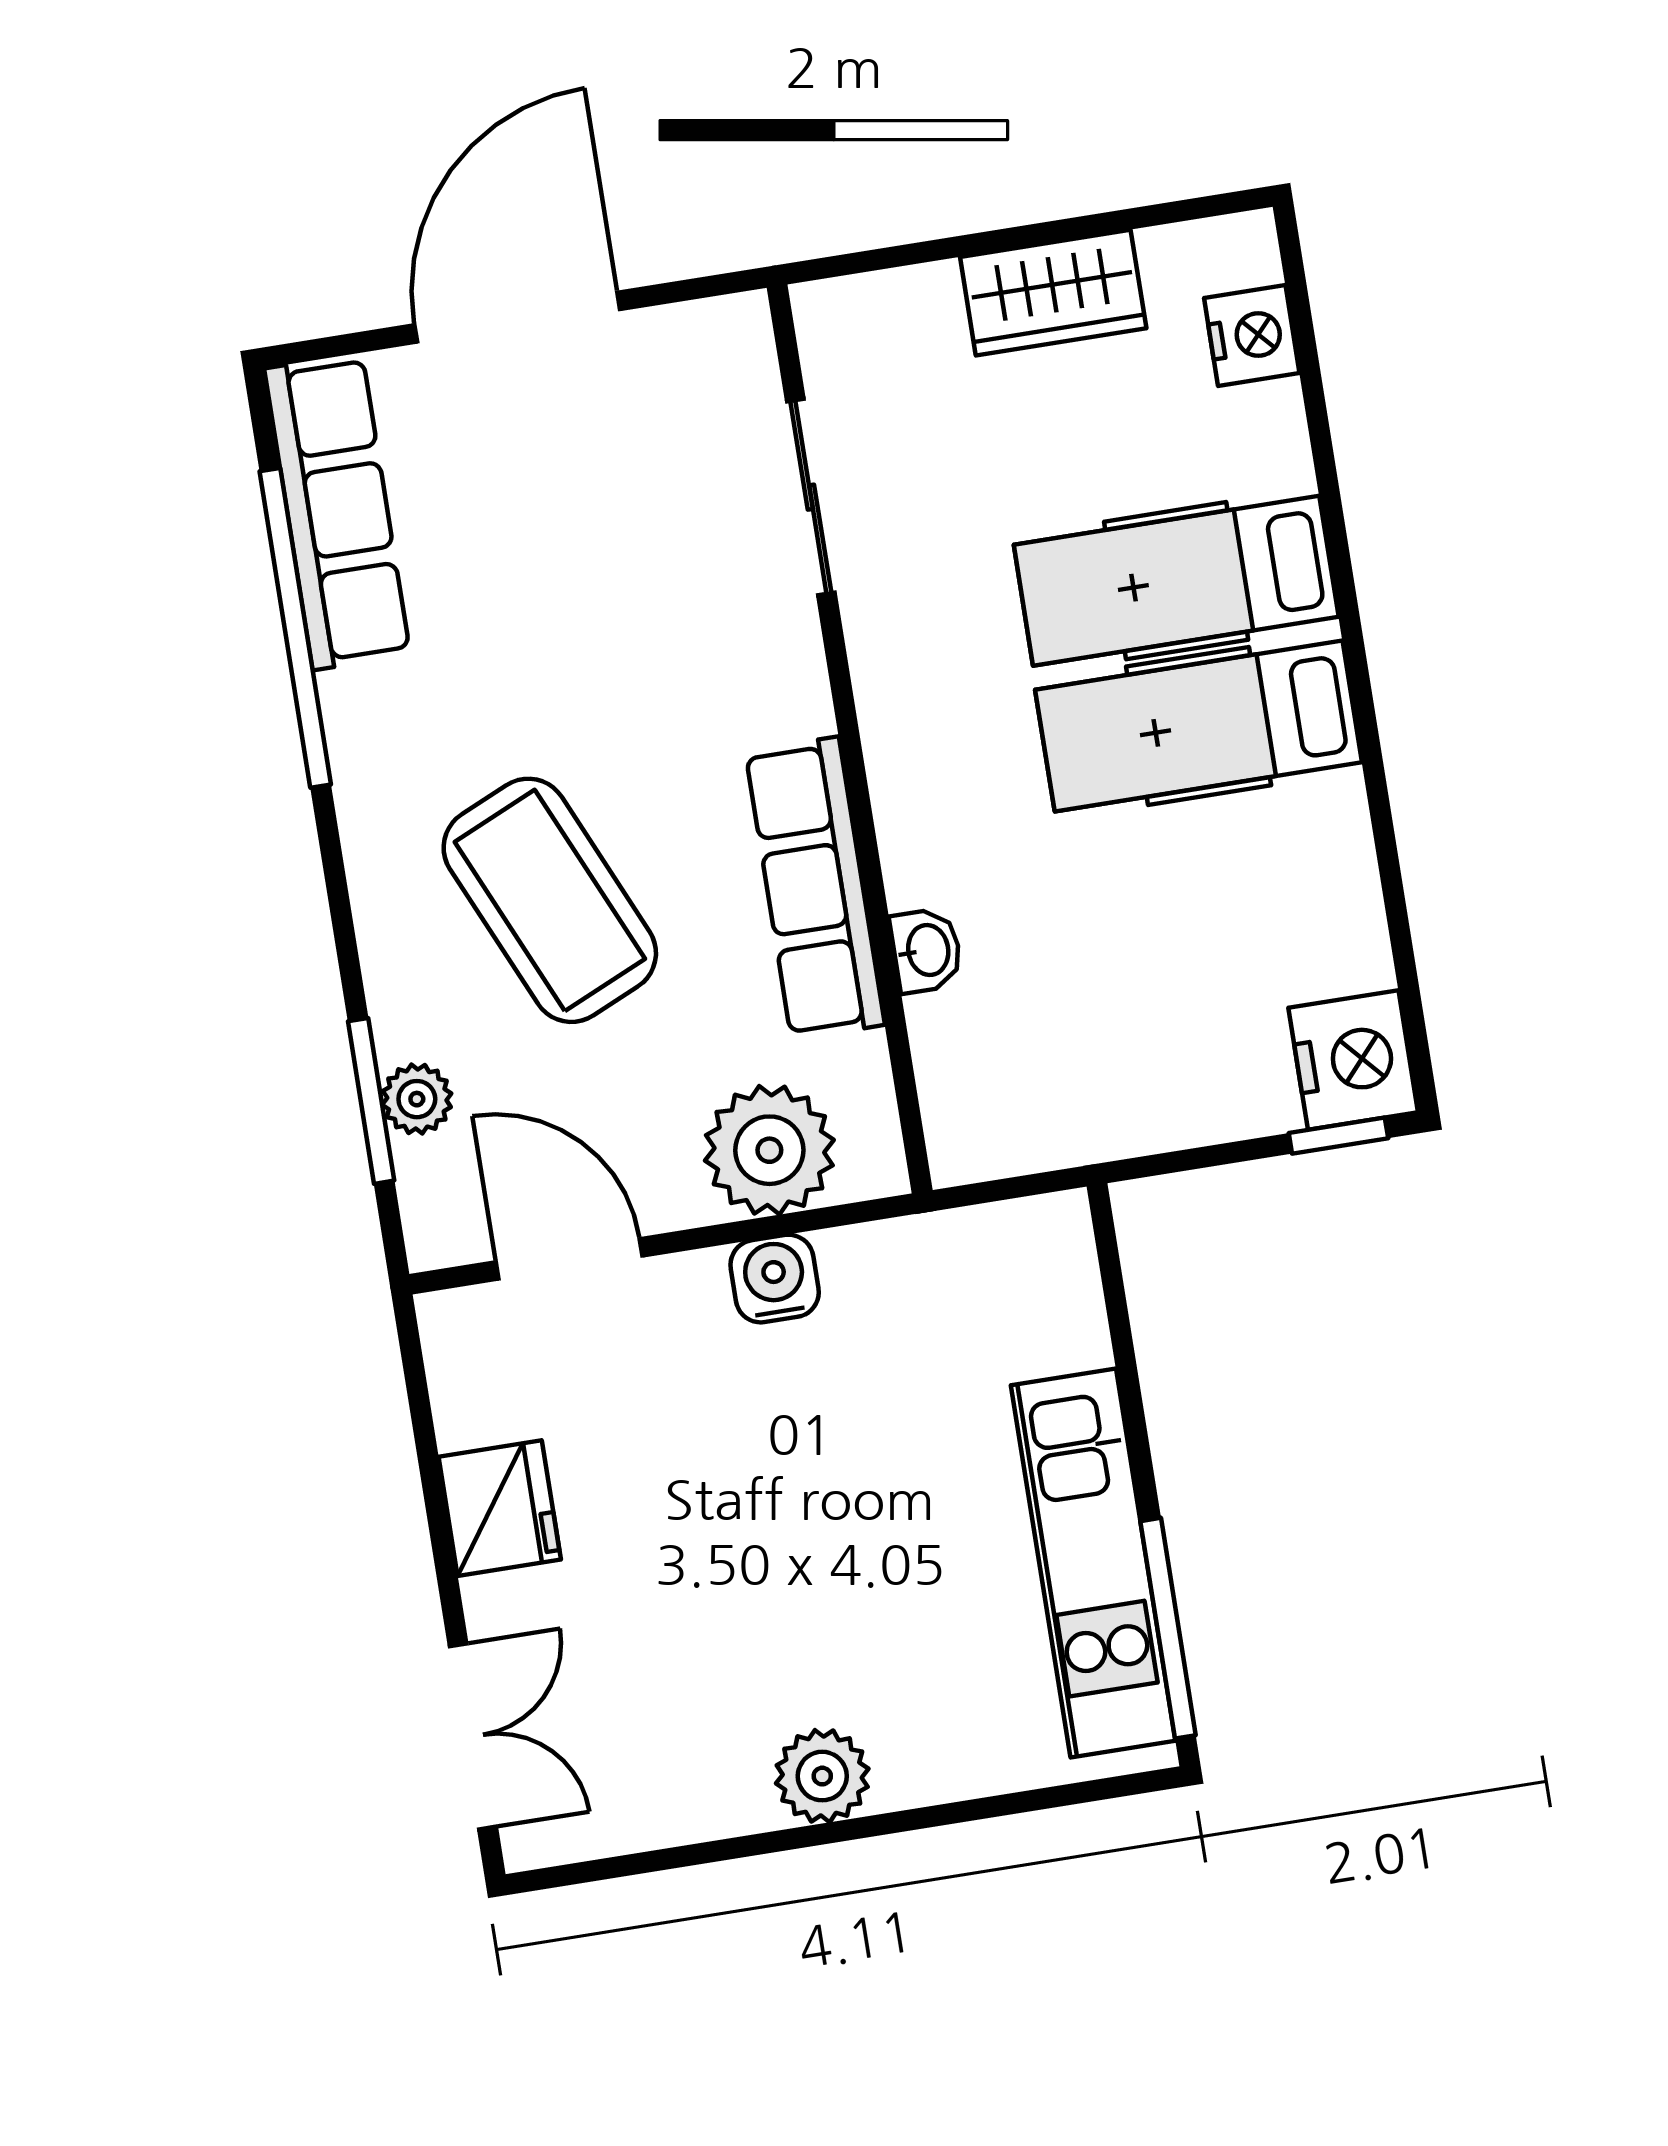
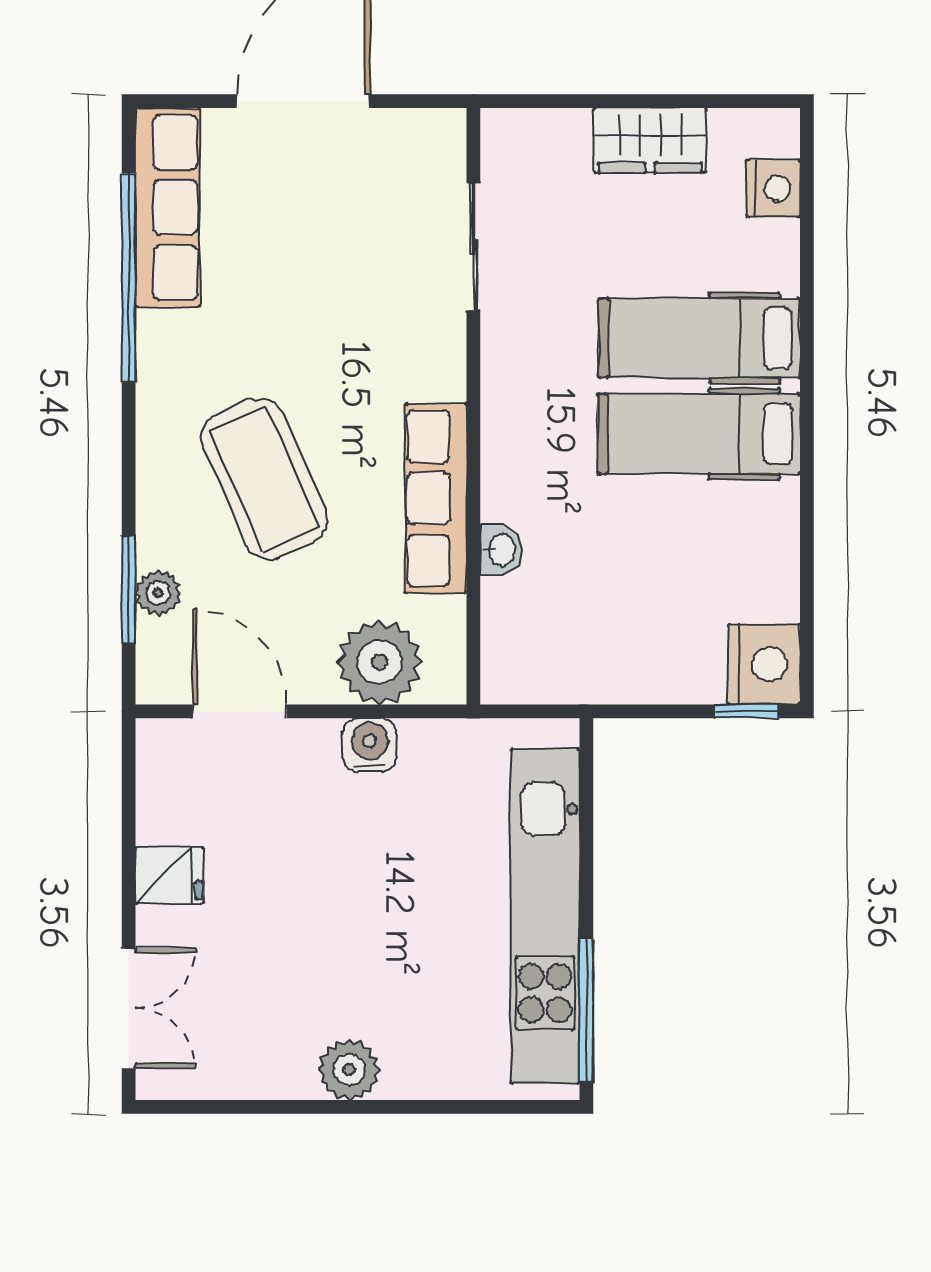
fridge: (500, 1508) -> (169, 875), width x0.72
kitchen unit: (1093, 1563) -> (545, 916), width x1.36

